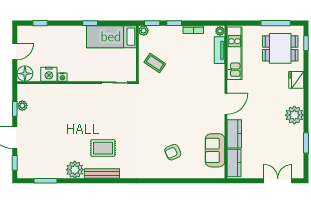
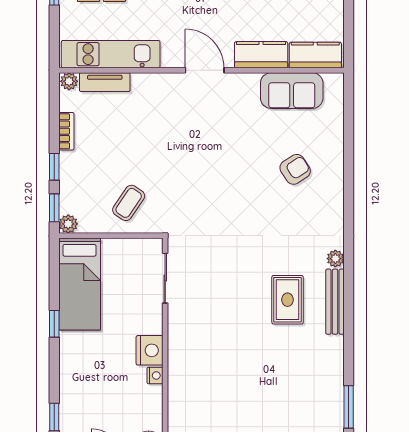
nightstand: (49, 74) -> (150, 350), moved
armchair: (173, 152) -> (295, 169), turned -99
plant: (75, 170) -> (335, 259), moved, width x0.53, depth x0.53

